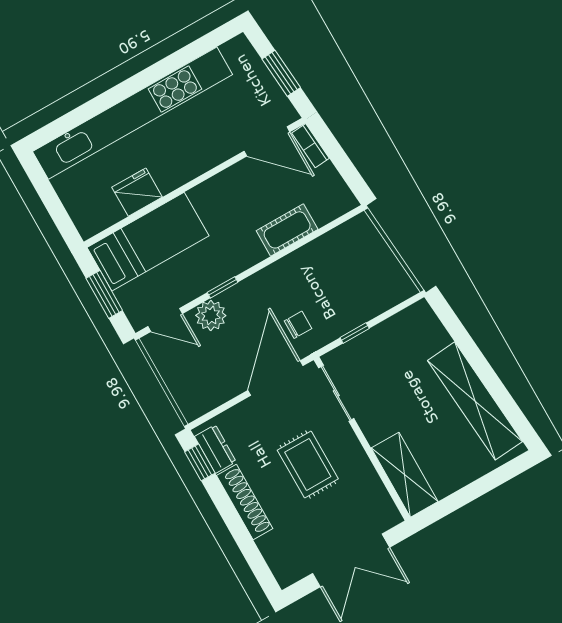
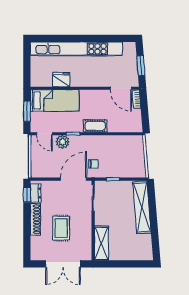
cot: (287, 230) -> (95, 126), moved
shelving: (475, 401) -> (142, 207), moved
rug: (308, 464) -> (61, 228), moved

